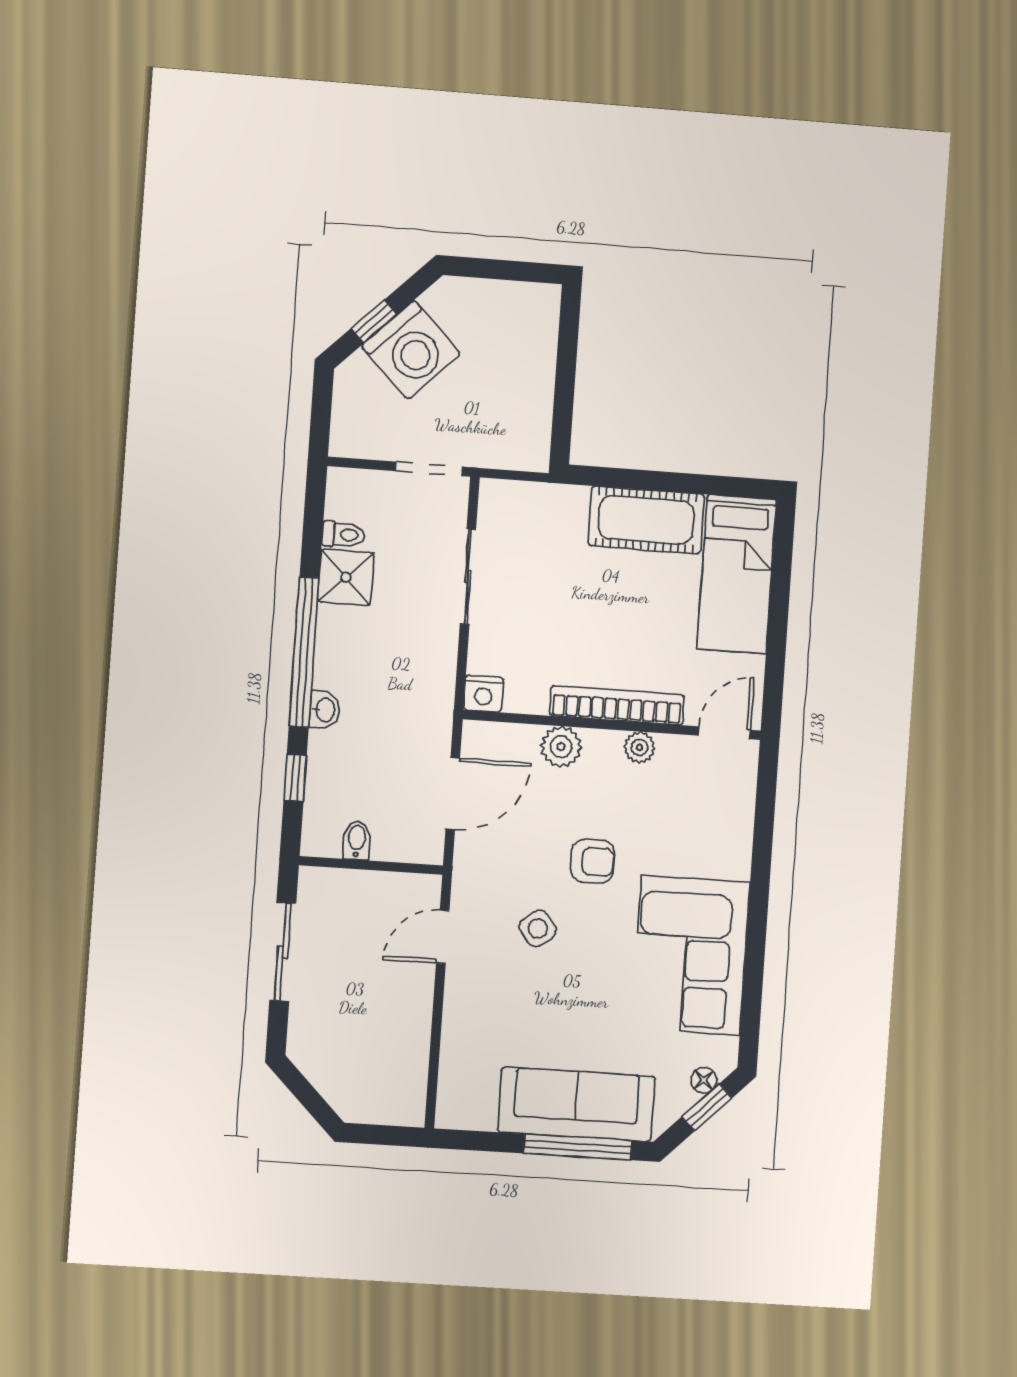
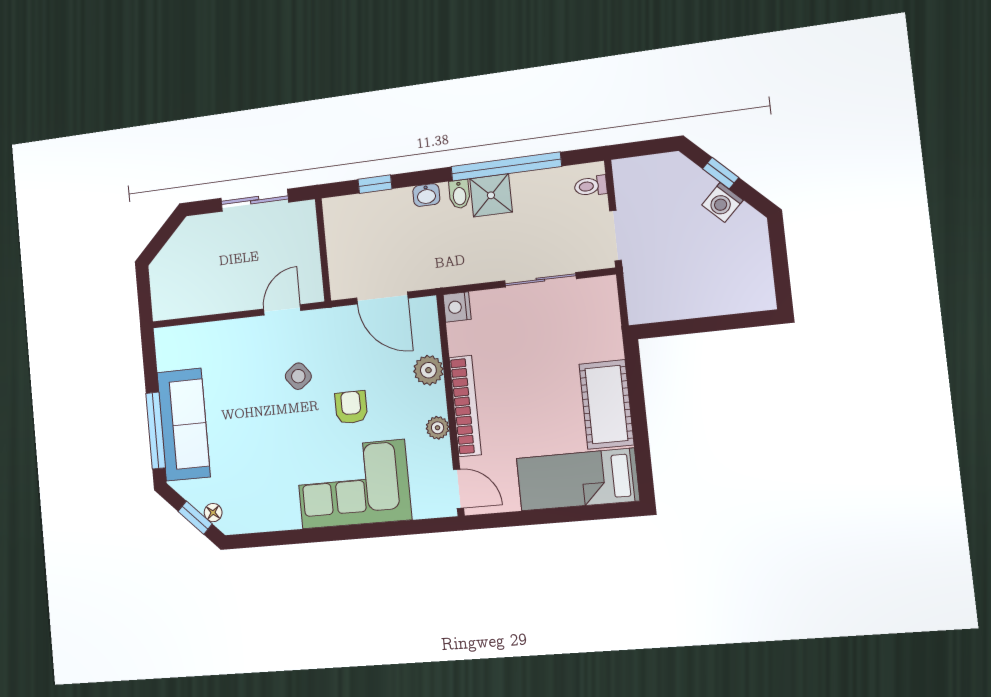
washing machine: (411, 350) -> (722, 202), width x0.53, depth x0.53
toilet: (343, 534) -> (591, 186), moved, turned 90
shower: (346, 577) -> (491, 195), moved
window: (304, 652) -> (506, 167), moved
bidet: (357, 840) -> (459, 194), moved, turned 90
armchair: (593, 861) -> (351, 407), turned 180
door: (443, 937) -> (282, 310), hinge flipped
corner sofa: (691, 955) -> (353, 484), moved

